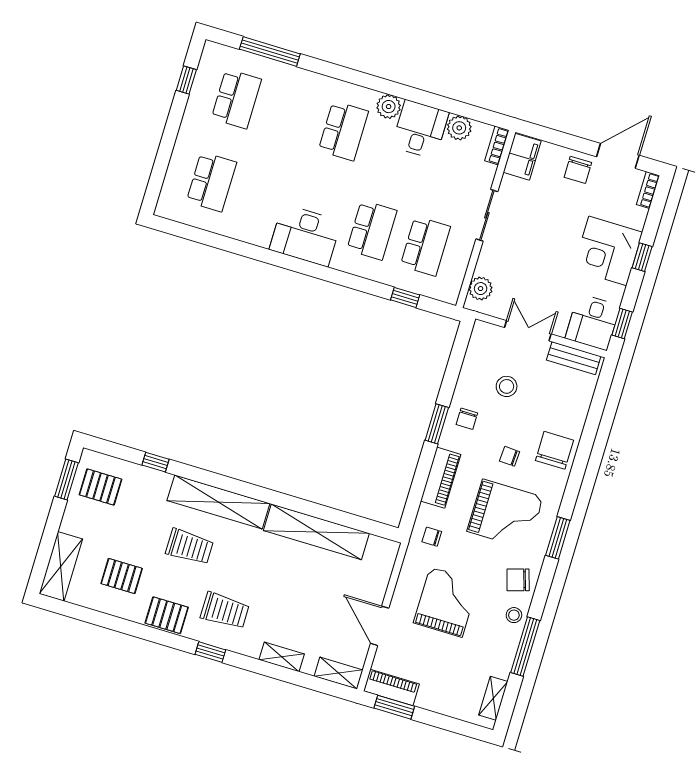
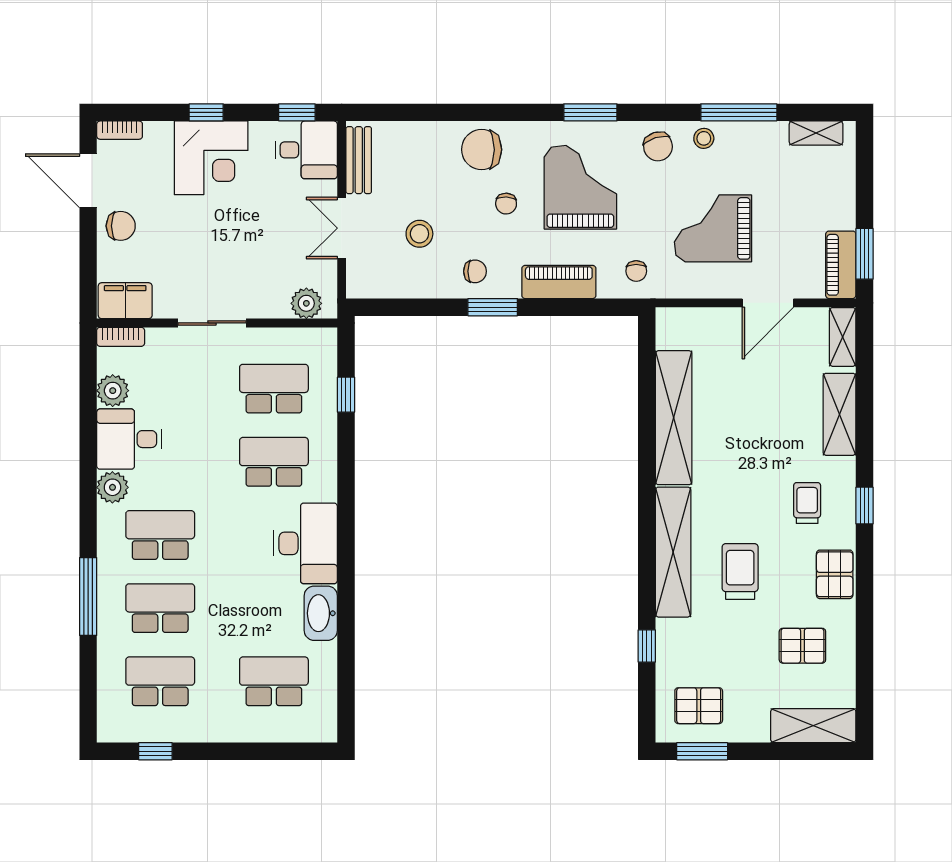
window: (270, 52) -> (88, 597), moved
school desk: (290, 115) -> (160, 608), added
washbasin: (251, 231) -> (321, 613), added
pallet: (100, 487) -> (699, 706), turned 90
pallet: (122, 576) -> (802, 646), turned 90
trolley: (225, 611) -> (807, 503), width x0.73, depth x0.72
shelving: (282, 657) -> (839, 414), width x1.50, depth x1.33

